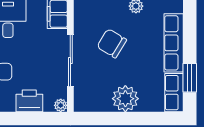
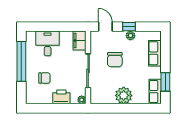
chair: (112, 43) -> (115, 60), turned -121
row of seats: (174, 43) -> (155, 53), width x0.68

